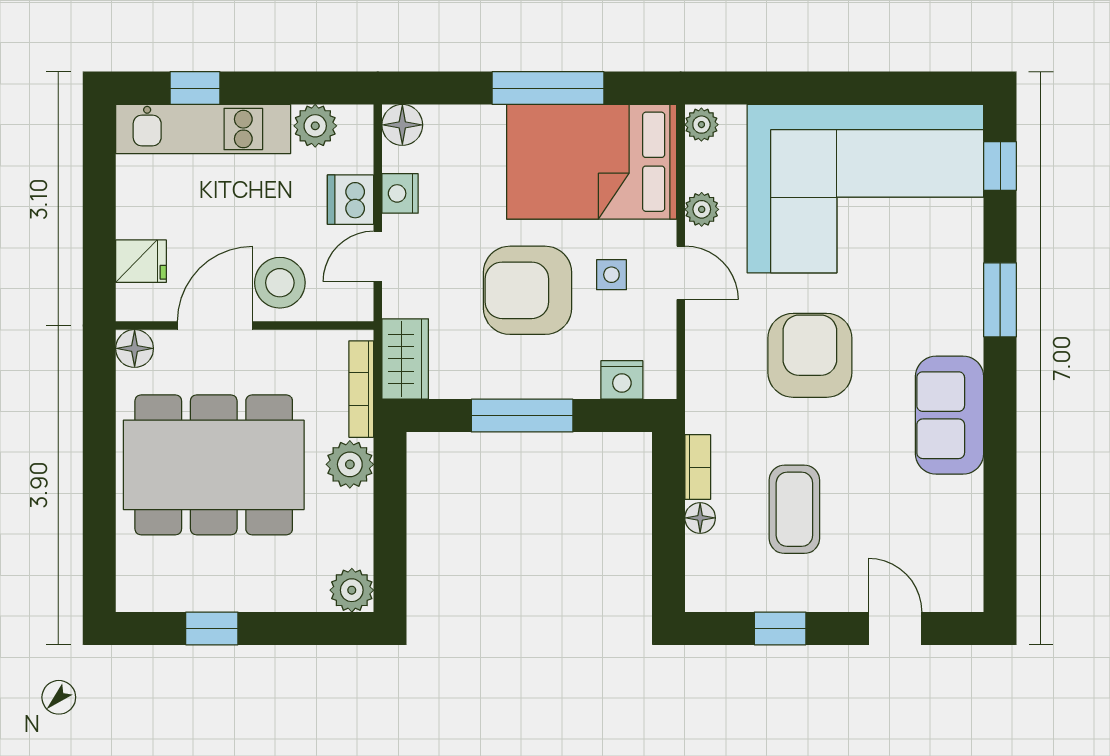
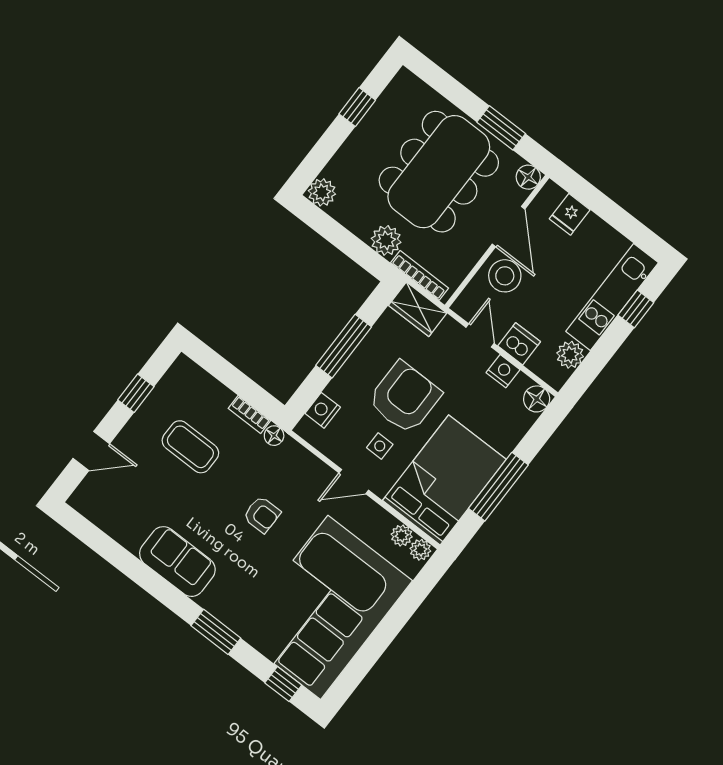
plant: (702, 209) -> (402, 536), moved
armchair: (810, 355) -> (262, 515), width x0.53, depth x0.53
window: (99, 429) -> (501, 128), added
floor lamp: (700, 518) -> (274, 436), moved

